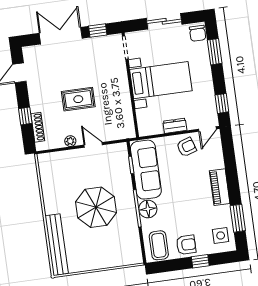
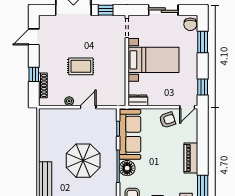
dresser: (175, 126) -> (138, 100), moved
door: (93, 145) -> (88, 107), hinge flipped

